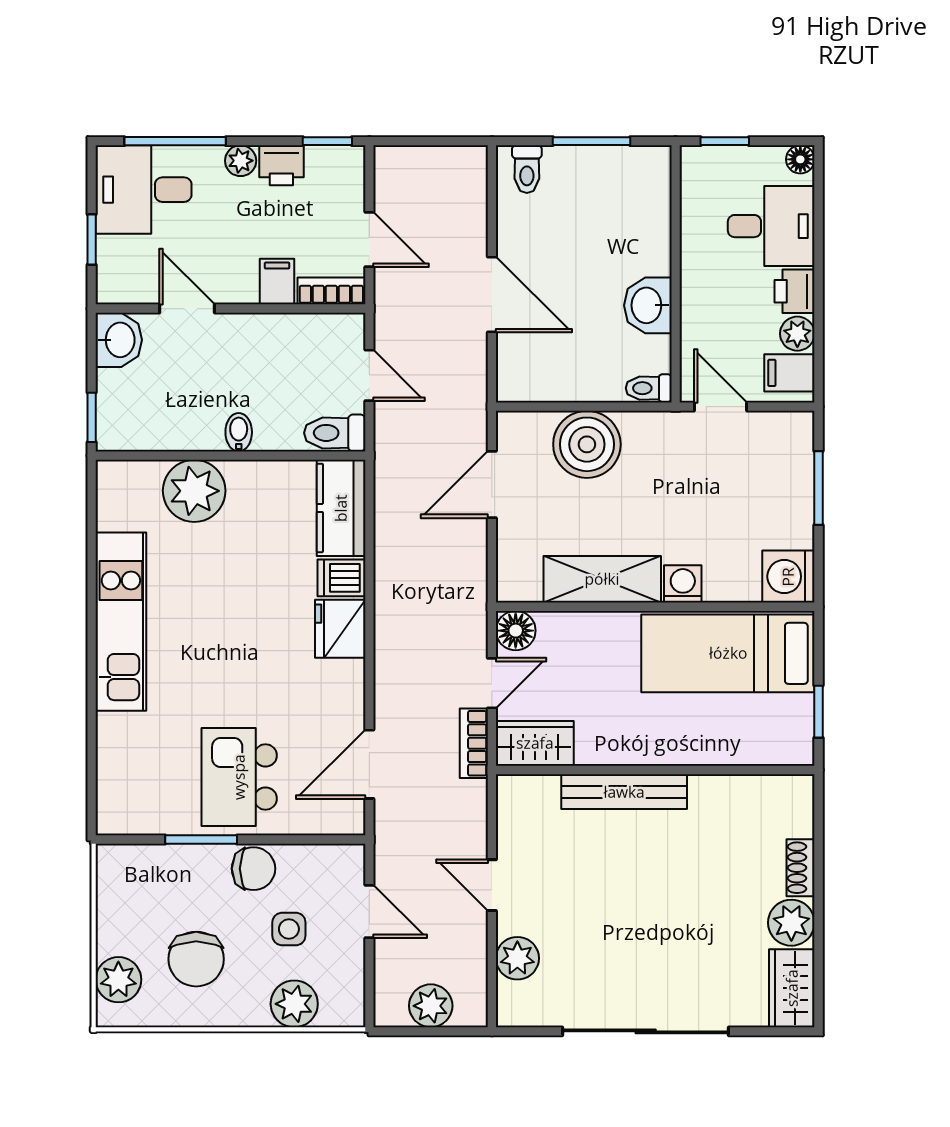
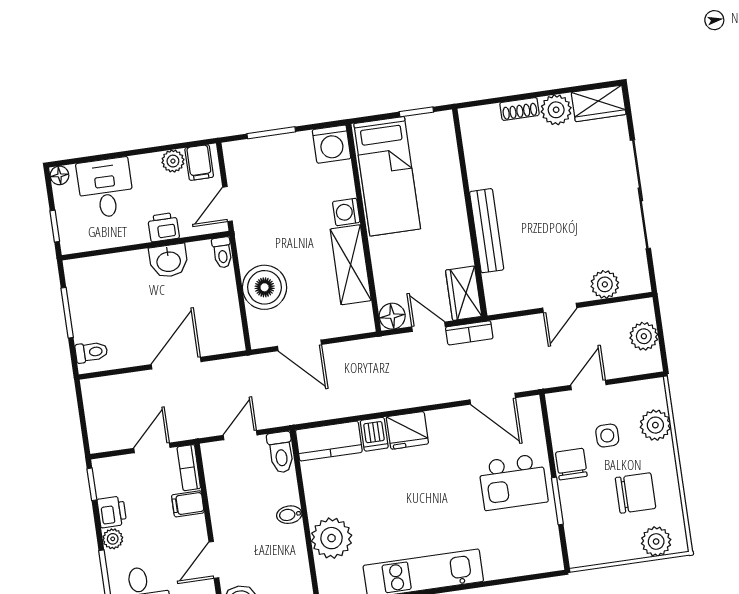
printer: (795, 291) -> (164, 227), moved, turned 180

